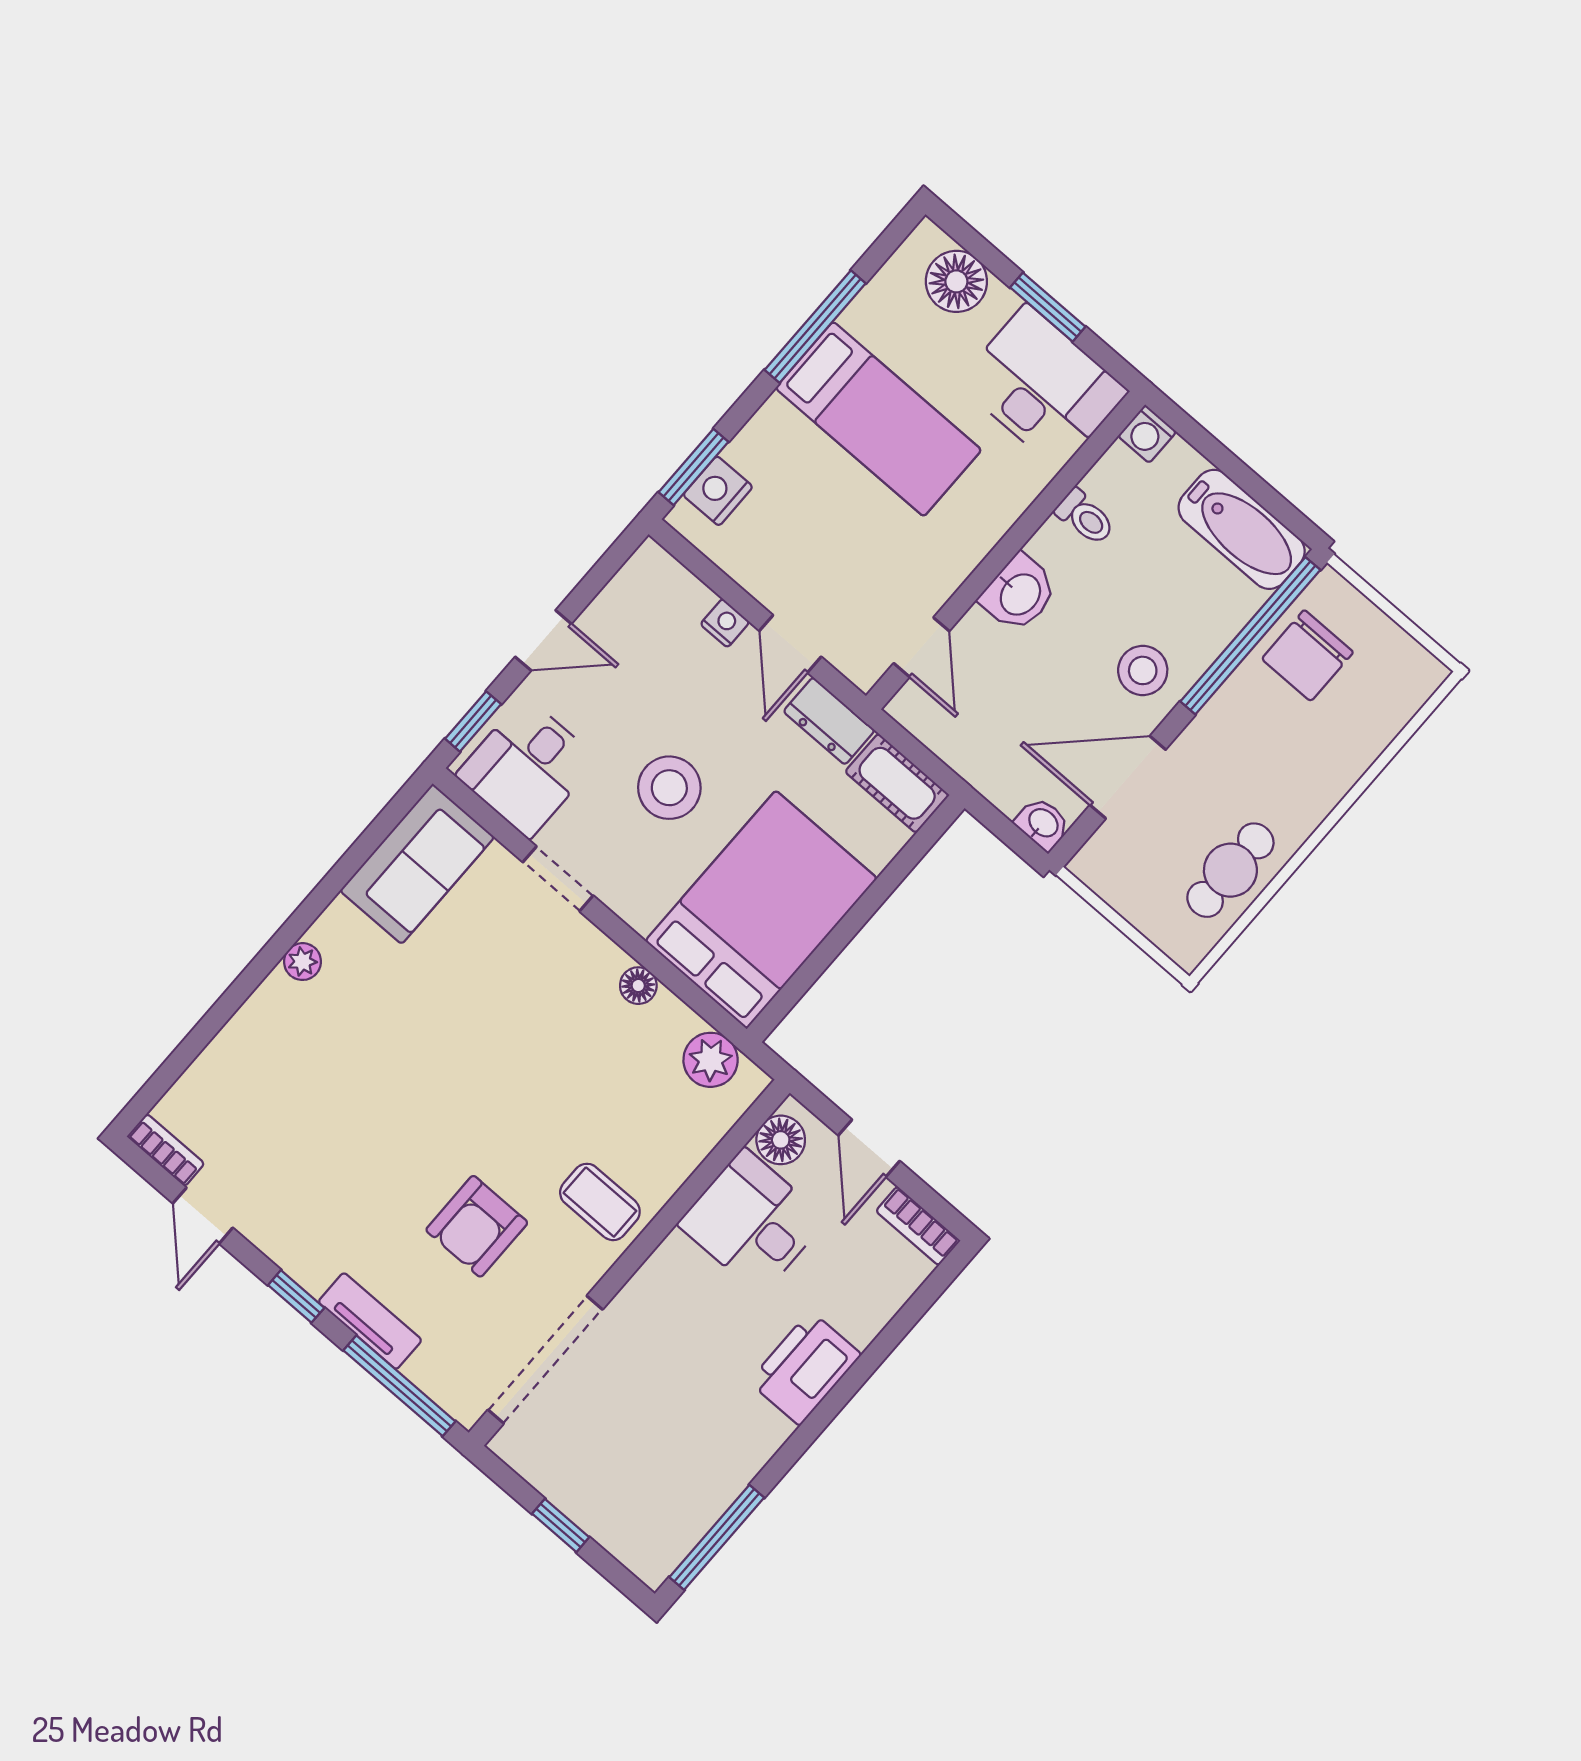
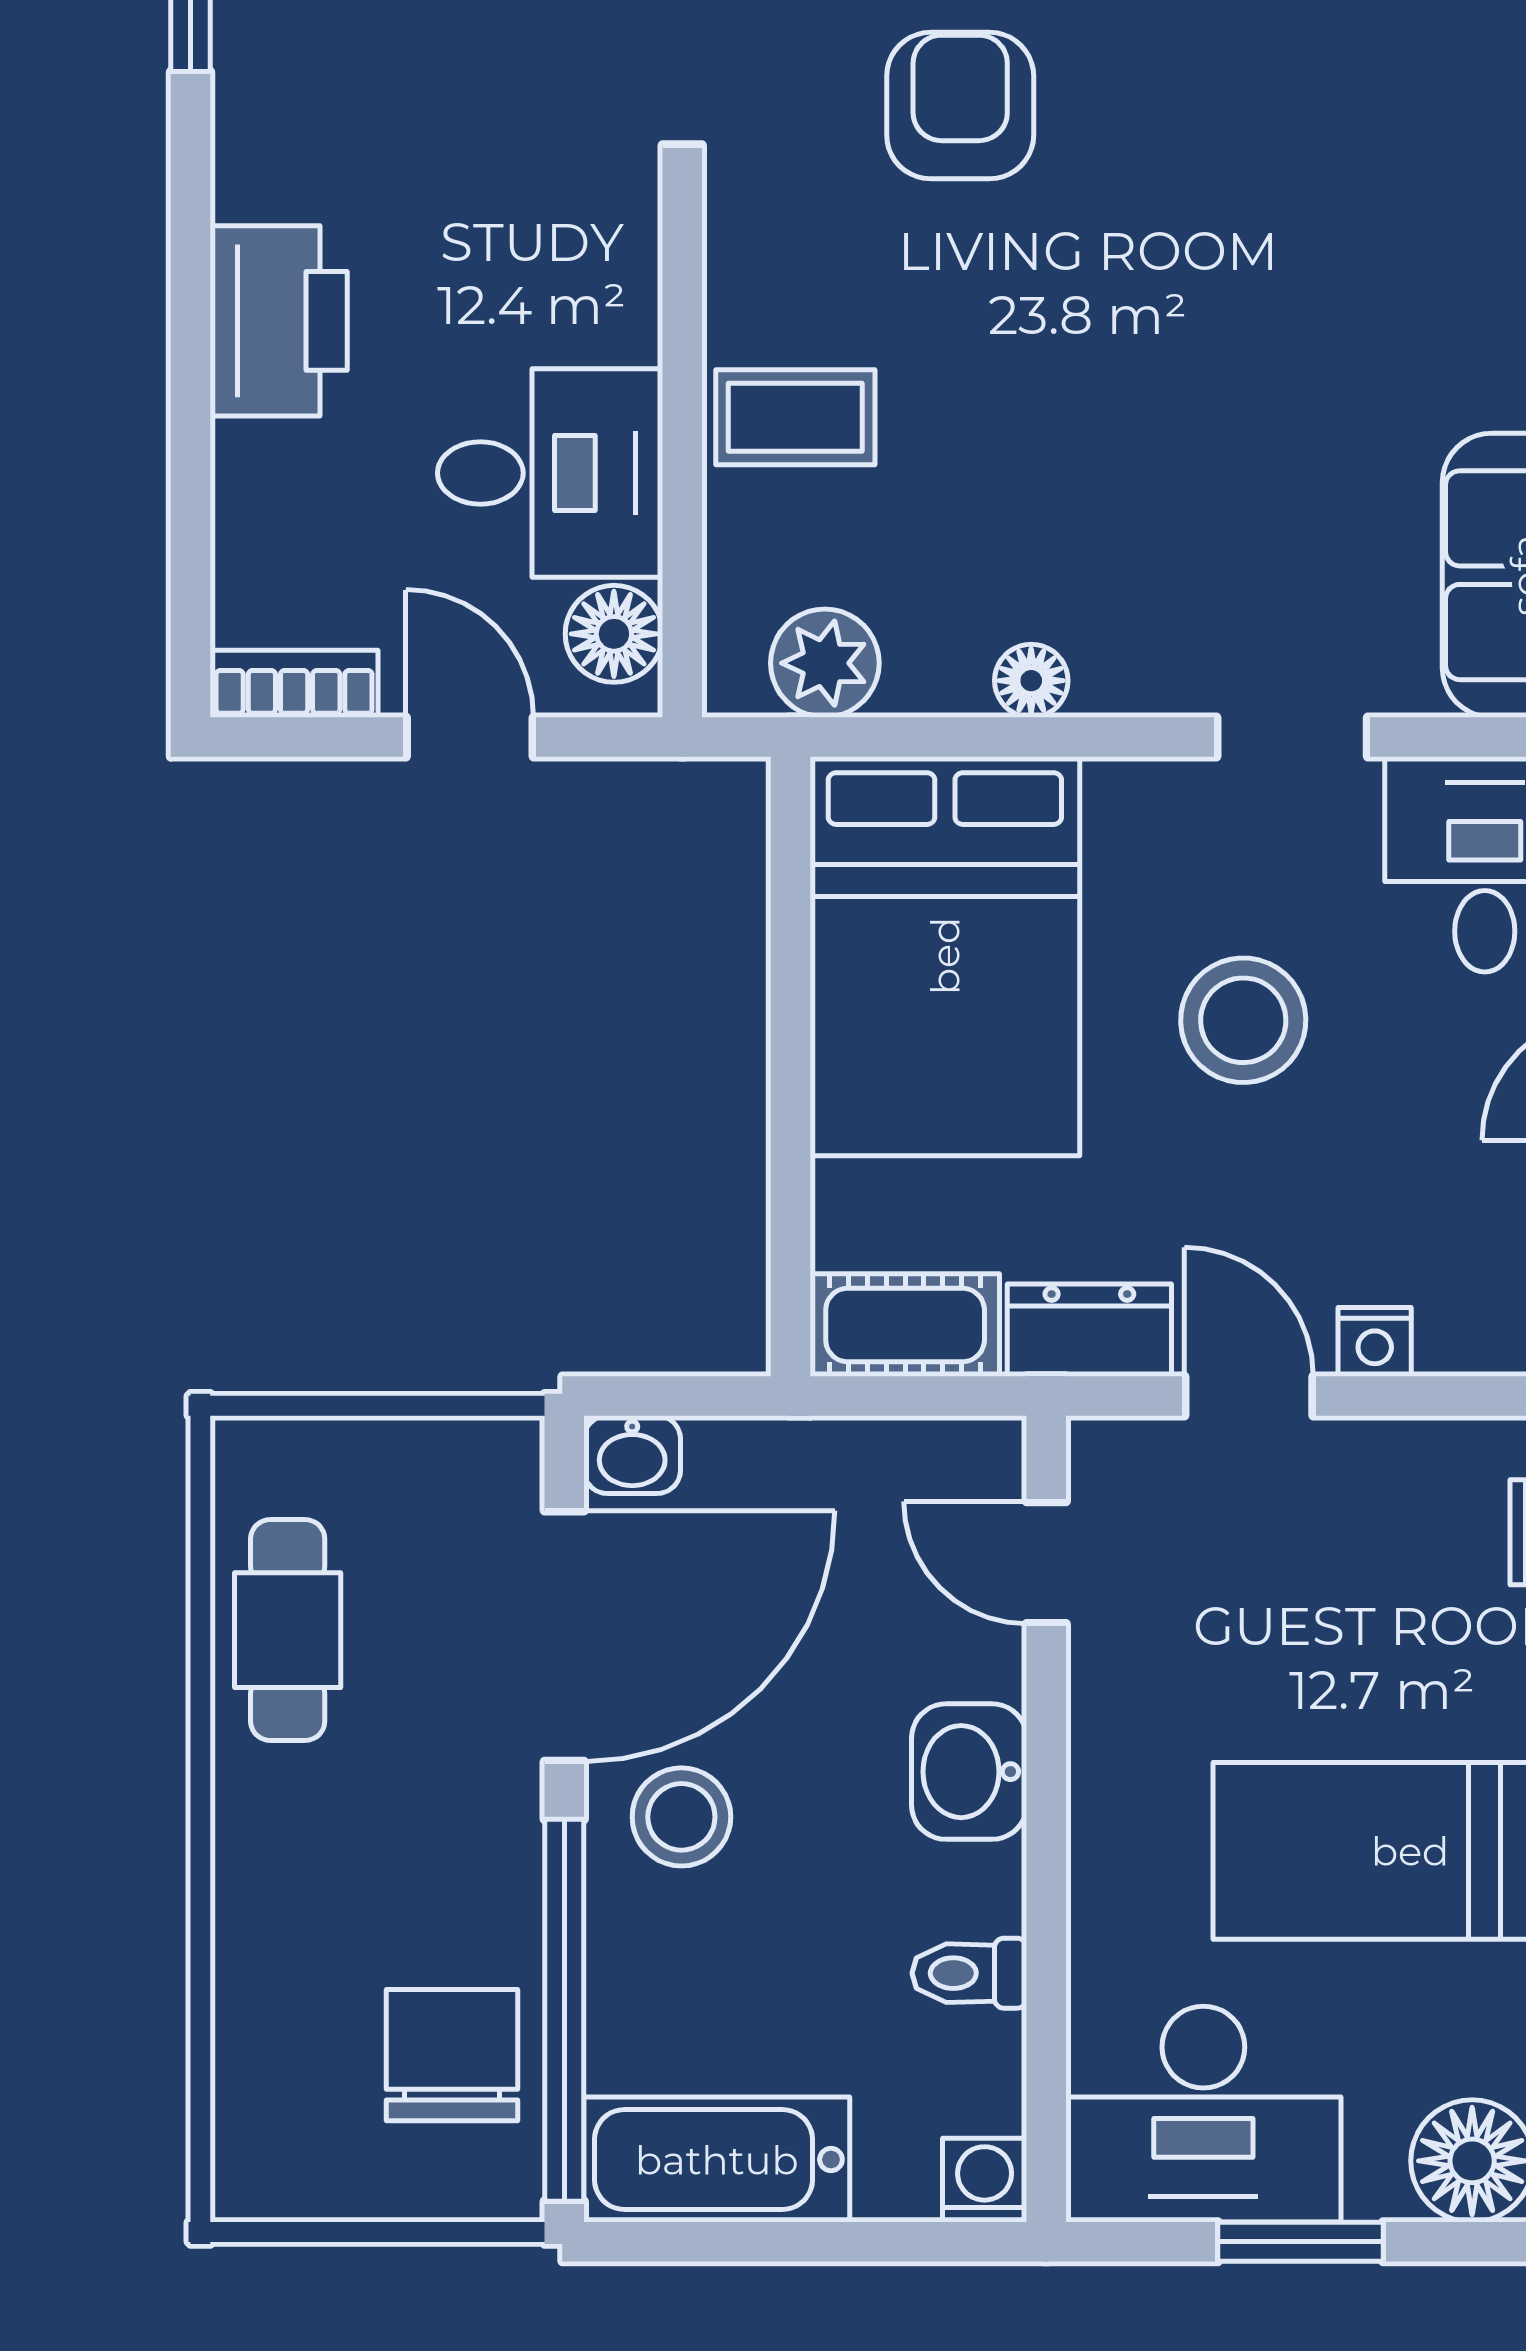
door: (1128, 777) -> (564, 1636), width x1.36
coffee table: (600, 1202) -> (795, 417), moved

